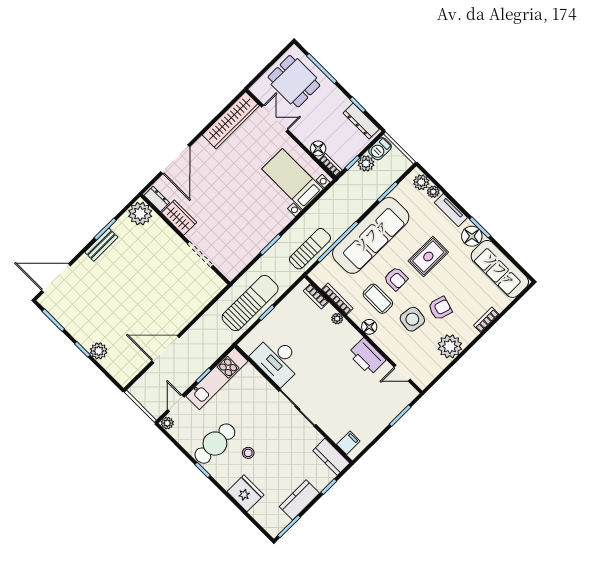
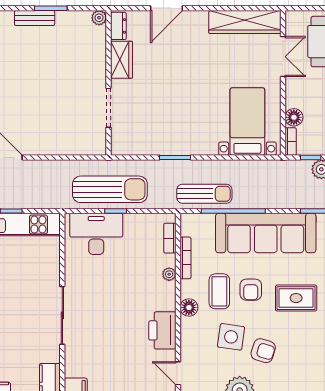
door: (175, 159) -> (166, 8), width x0.73
plant: (140, 214) -> (99, 18), width x0.53, depth x0.53
desk: (277, 360) -> (96, 234), moved, turned 90

